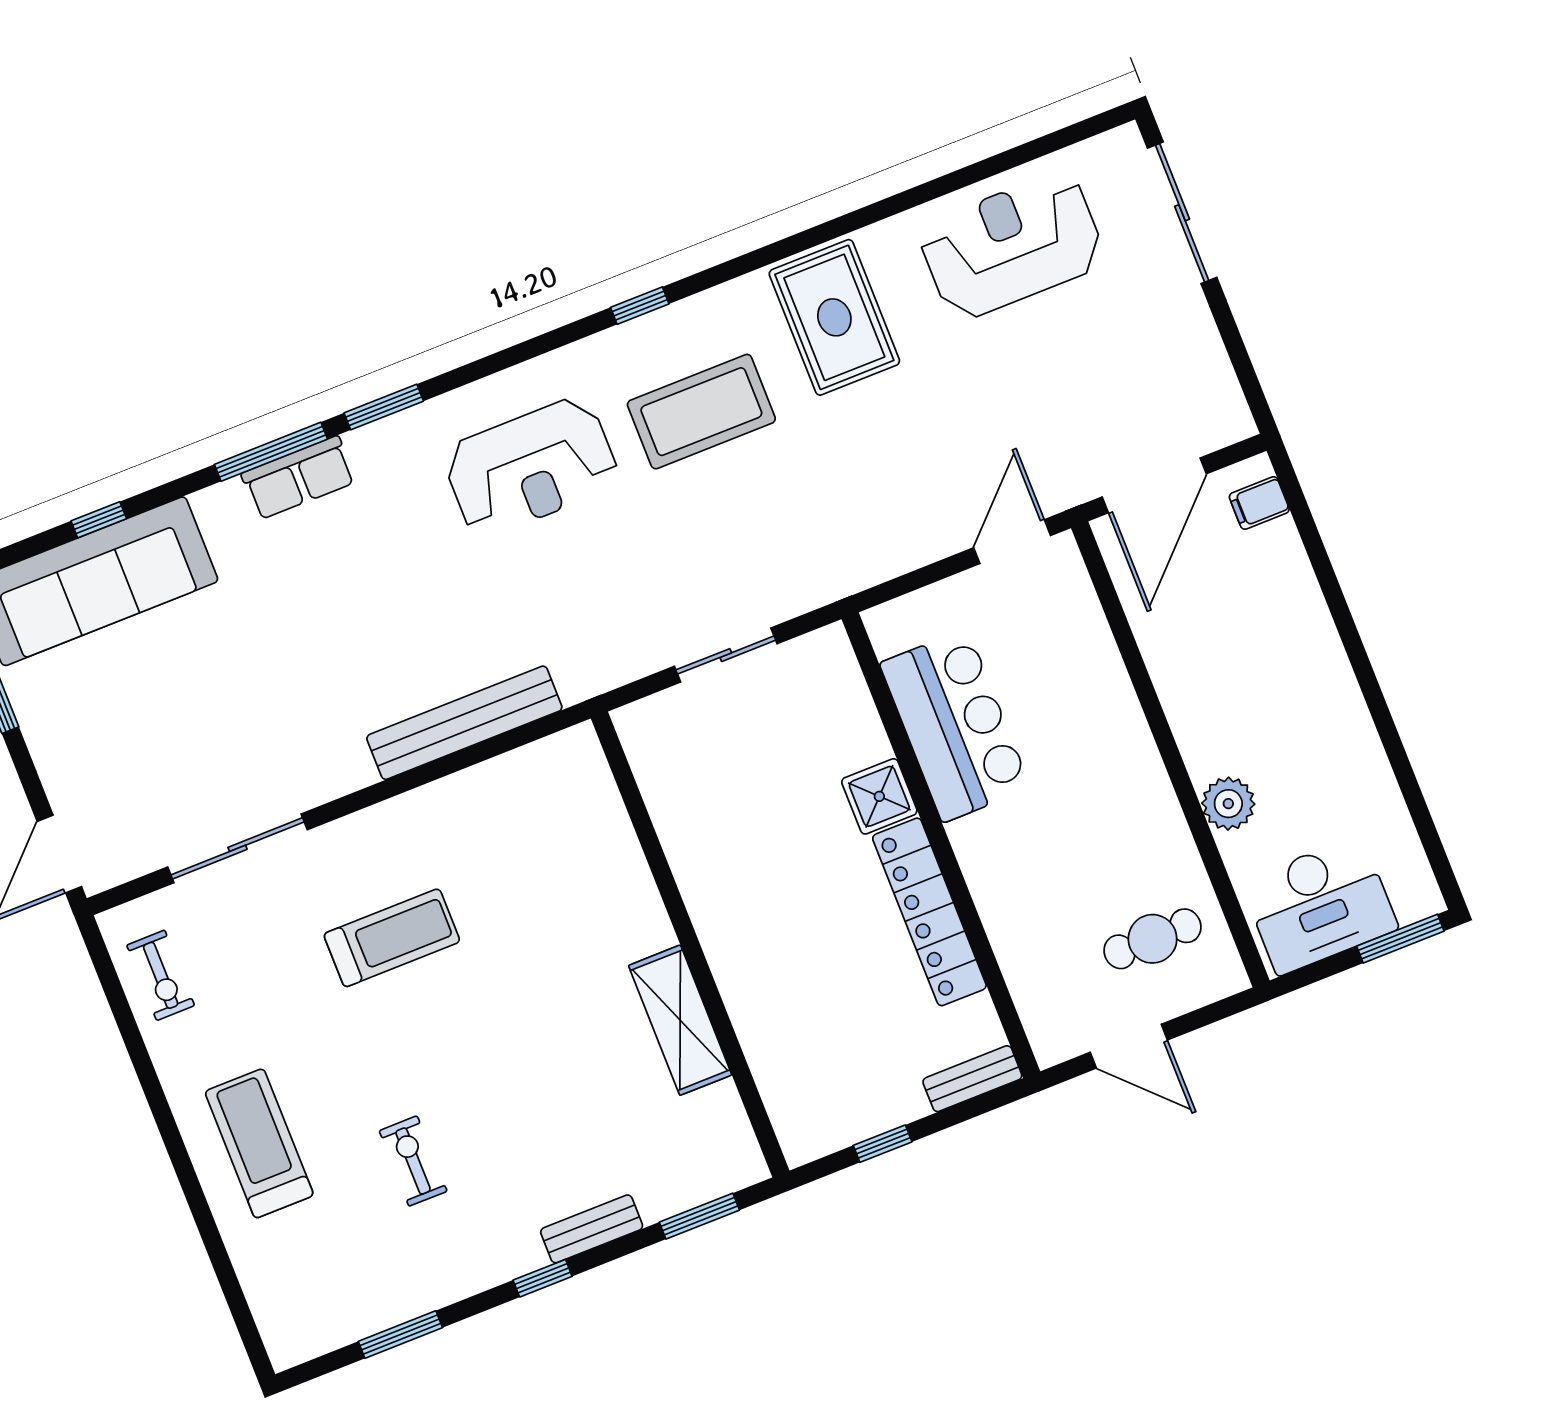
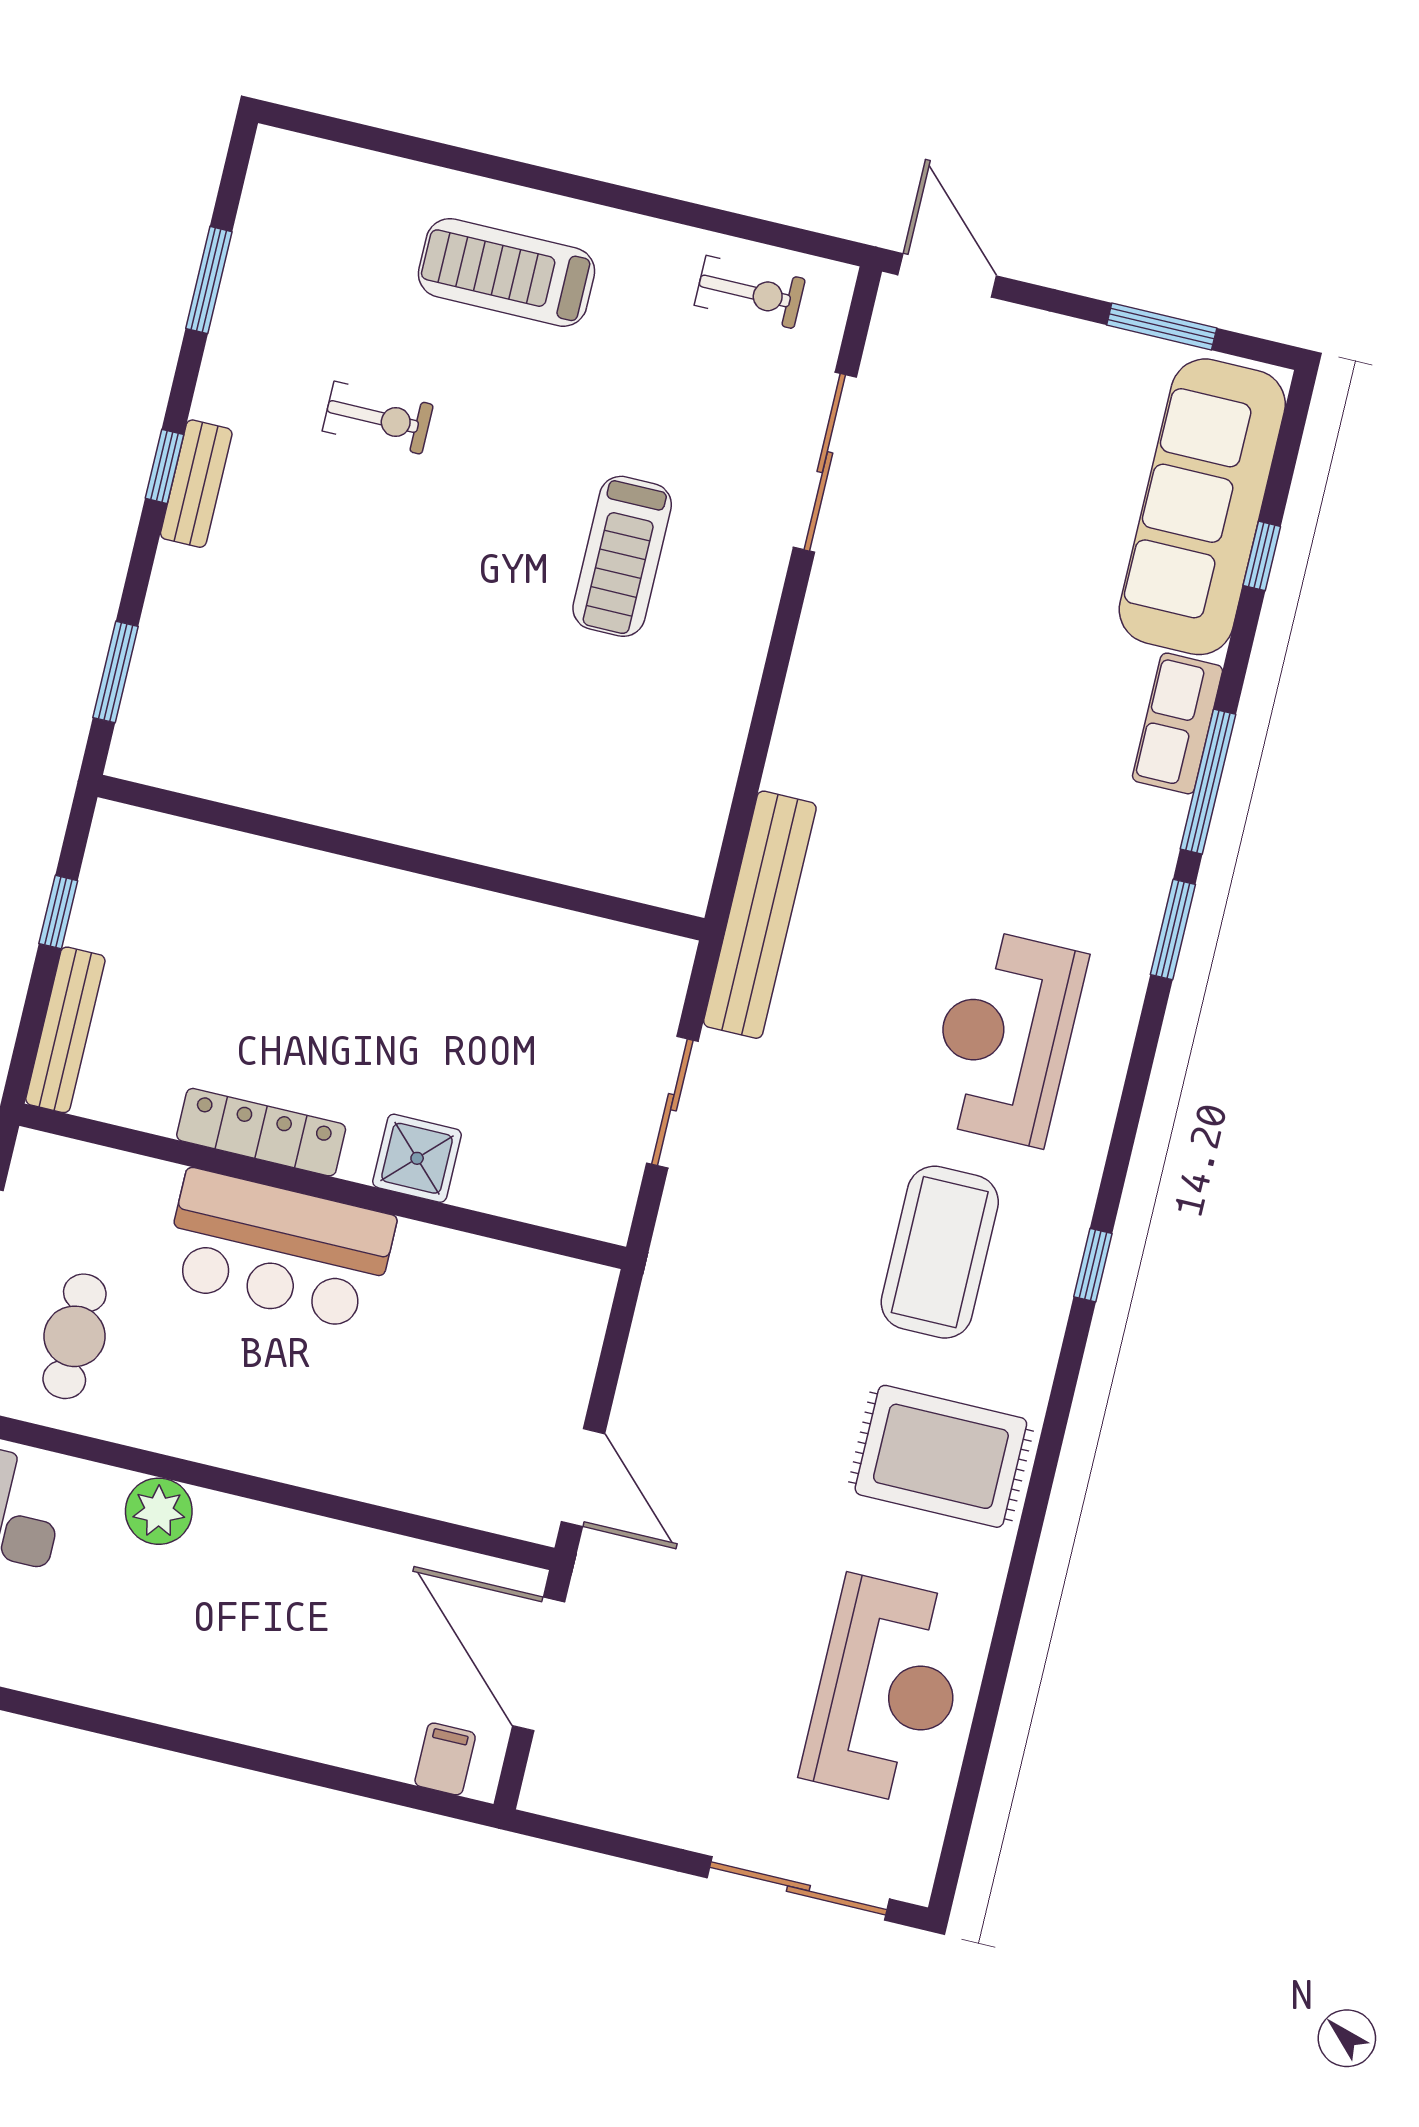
row of seats: (299, 478) -> (1177, 723), moved
bench: (464, 723) -> (760, 915), moved
bar counter: (955, 726) -> (279, 1250), moved
locker: (929, 912) -> (261, 1132), width x0.71, depth x0.83
exercise bike: (161, 975) -> (750, 292), turned 180
shelving: (680, 1020) -> (330, 793), removed
bench: (972, 1079) -> (65, 1030), width x1.36
treadmill: (259, 1143) -> (506, 272), turned 180
bench: (592, 1229) -> (196, 484), moved

